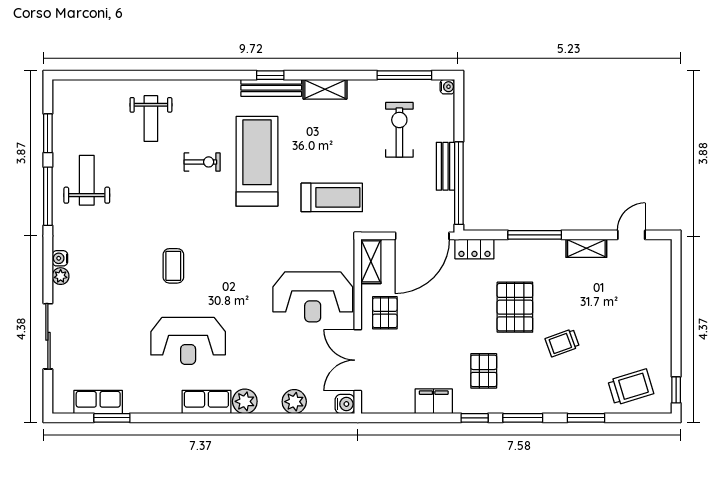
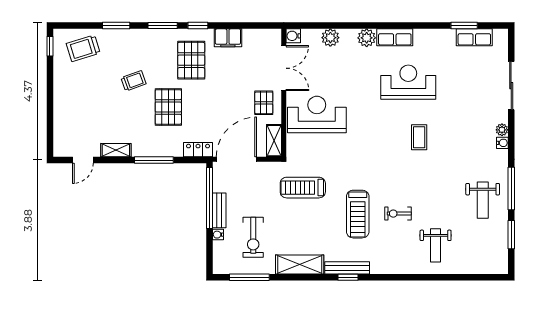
water cooler: (447, 87) -> (218, 235), moved
shelving: (325, 89) -> (300, 265), width x1.50, depth x1.33
weight bench: (151, 119) -> (436, 245), turned 180
treadmill: (257, 161) -> (358, 214), width x0.73, depth x0.73
pallet: (484, 371) -> (191, 60), width x1.50, depth x1.42

